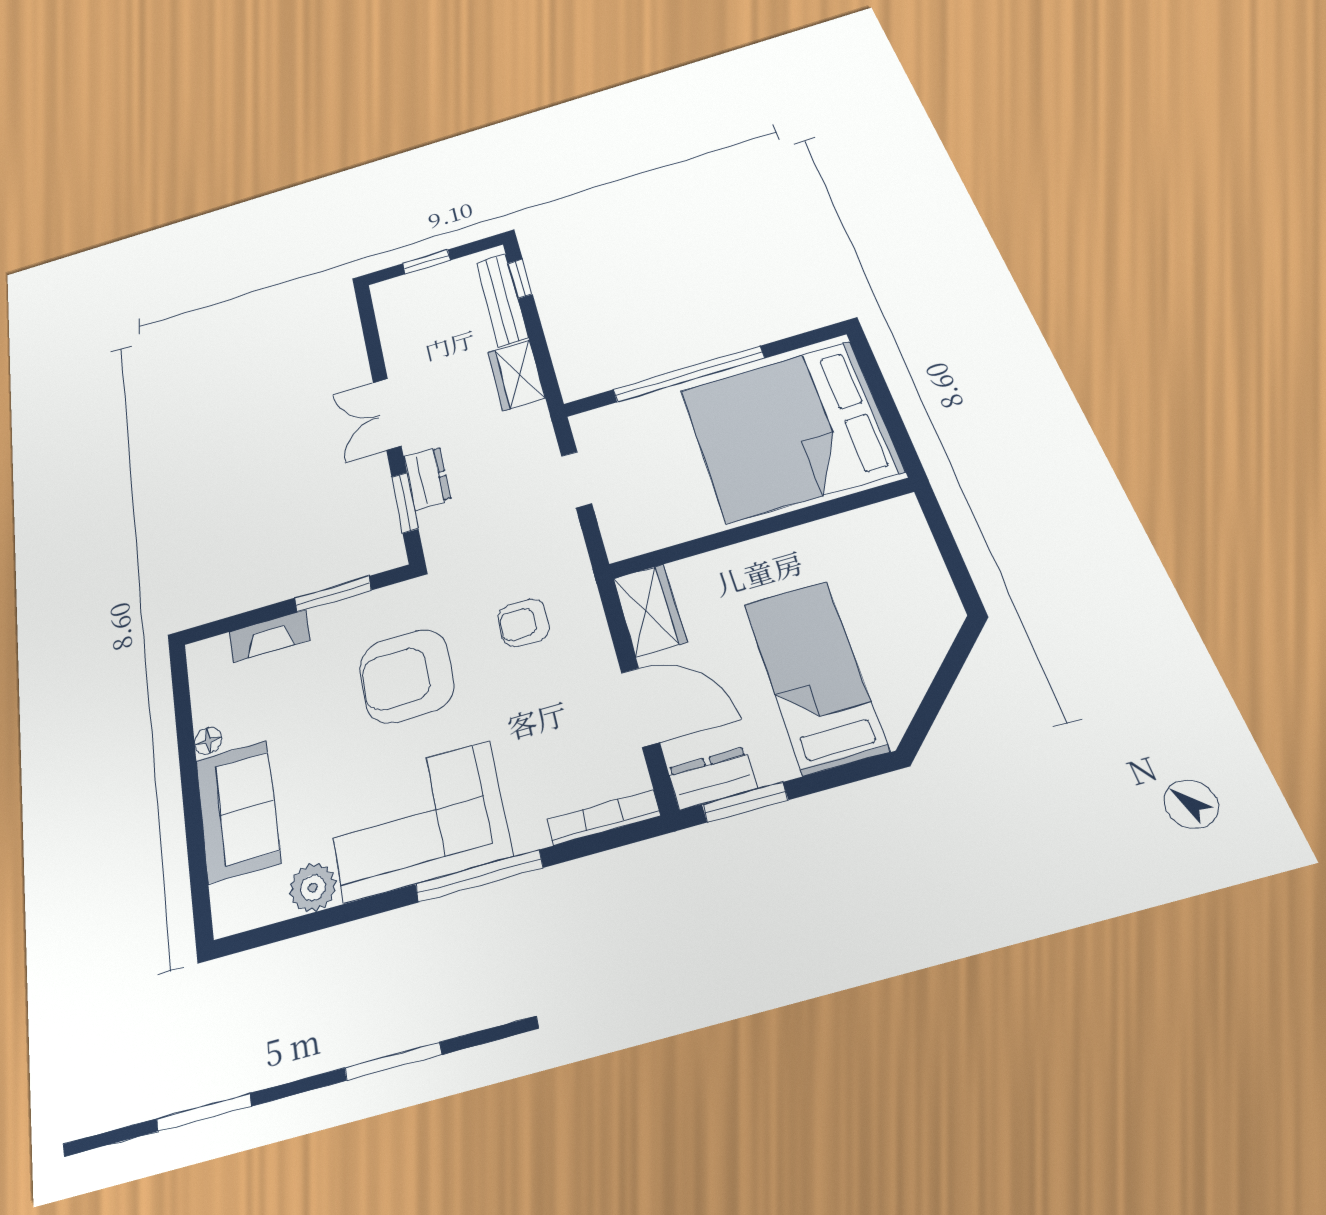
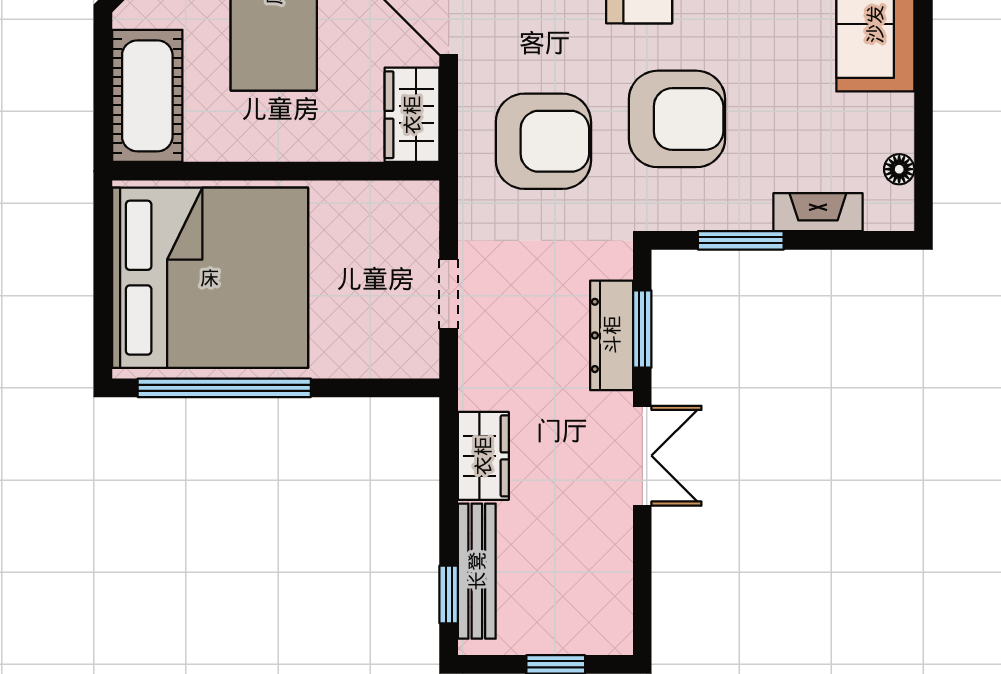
window: (689, 374) -> (224, 388), moved
dresser: (427, 478) -> (612, 335), width x1.44
cot: (904, 554) -> (147, 96), added
armchair: (524, 623) -> (543, 141), width x1.88, depth x1.88
floor lamp: (208, 741) -> (899, 169), moved

